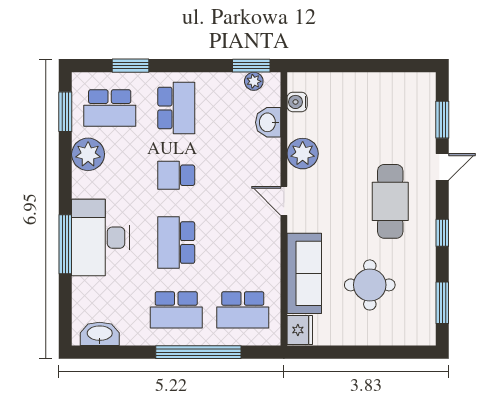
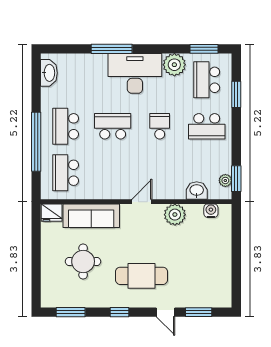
desk: (100, 238) -> (135, 73), moved

